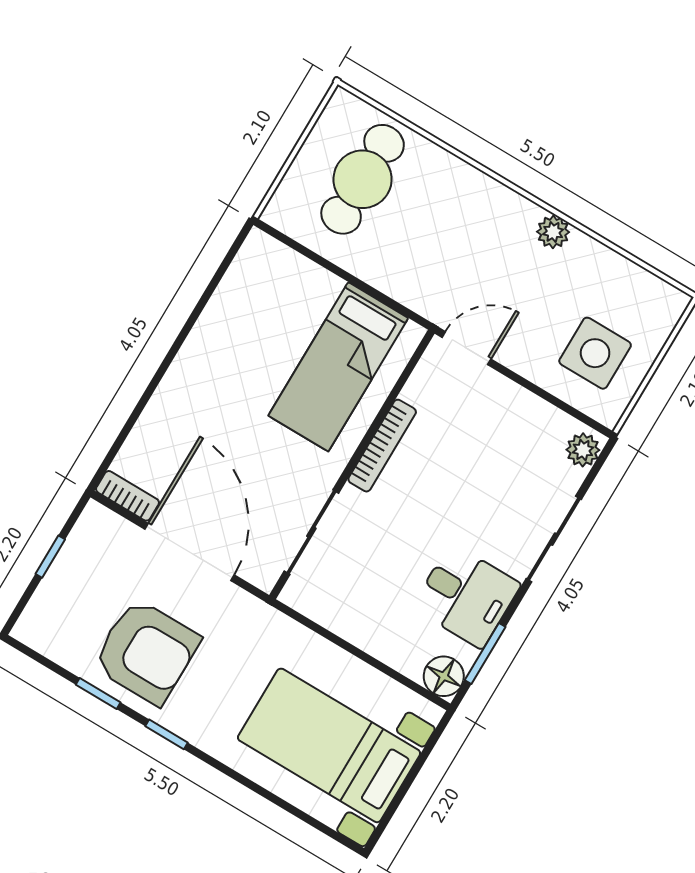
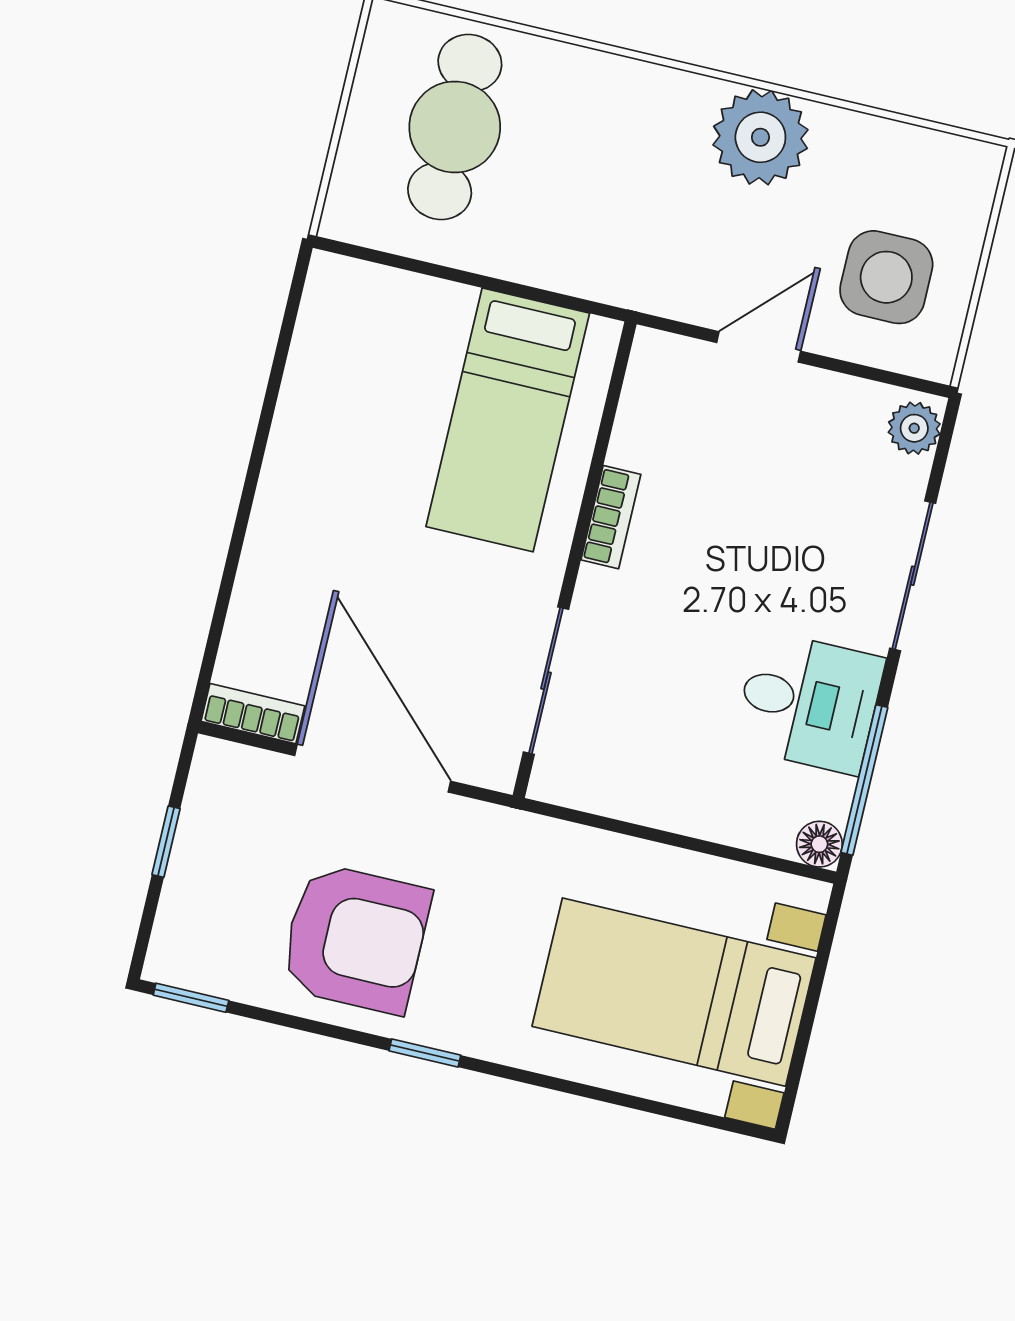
plant: (553, 232) -> (760, 137), width x1.88, depth x1.88
door: (466, 348) -> (759, 347), moved
bookcase: (382, 446) -> (611, 517), width x0.64
window: (485, 653) -> (864, 780), width x1.44
floor lamp: (444, 676) -> (819, 844), width x0.73, depth x0.73
window: (98, 694) -> (191, 998), moved

